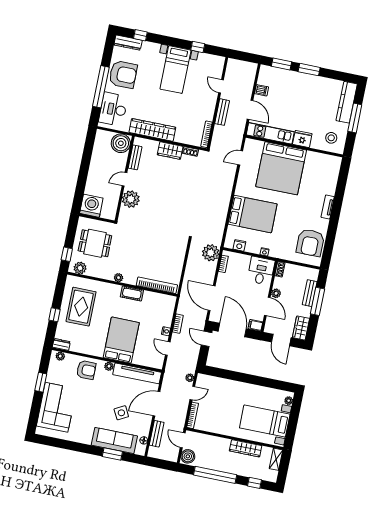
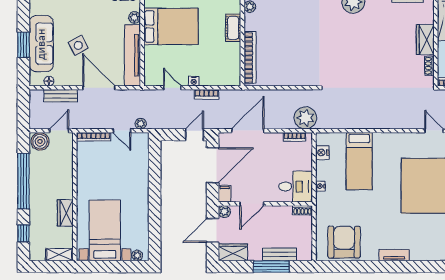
bed: (253, 214) -> (359, 161), width x0.67
armchair: (310, 243) -> (344, 242), turned 90
plant: (276, 293) -> (224, 212), moved
door: (168, 348) -> (172, 88), hinge flipped
wardrobe: (246, 448) -> (65, 213), width x0.67

